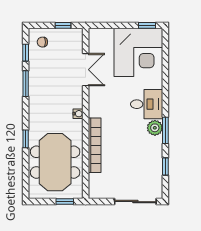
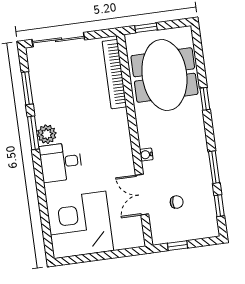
window: (147, 25) -> (74, 260), removed
chair: (42, 42) -> (177, 202), moved
water cooler: (78, 114) -> (146, 155), moved
bookcase: (95, 145) -> (114, 74), moved
window: (165, 166) -> (27, 88), width x1.50

